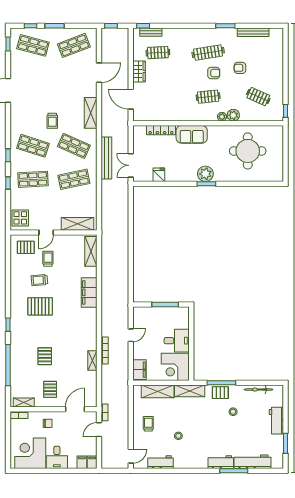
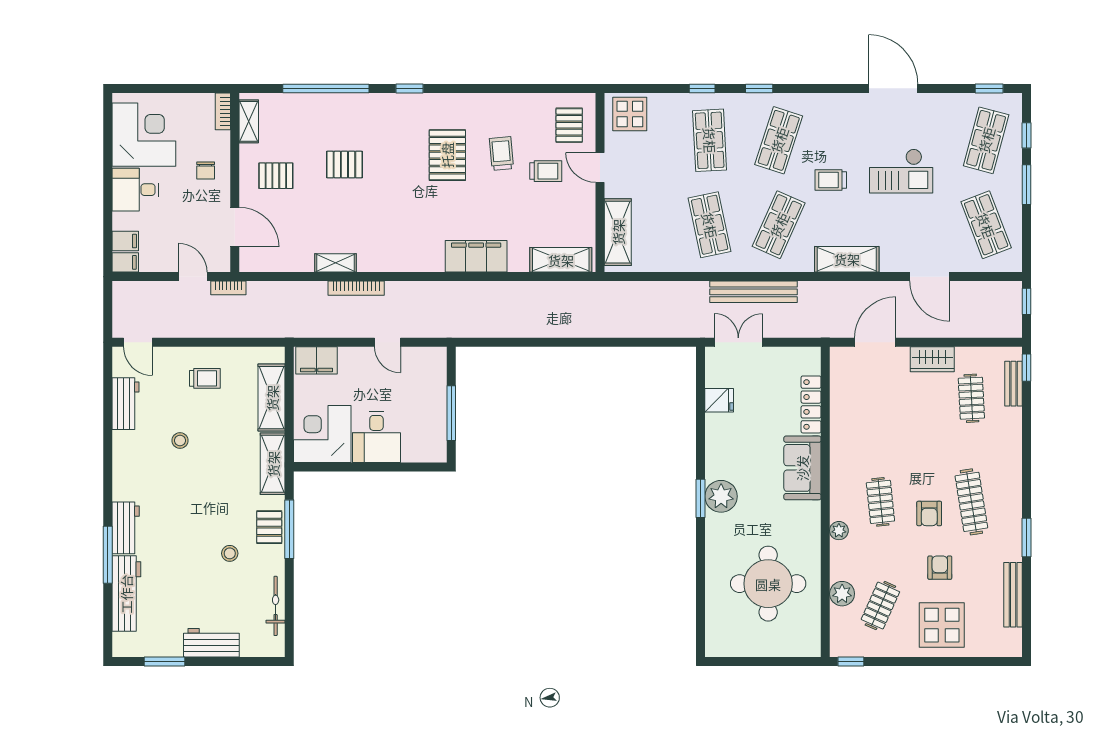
display table: (268, 67) -> (942, 625), added
checkout: (48, 87) -> (901, 171), added
plant: (233, 115) -> (842, 594), moved

